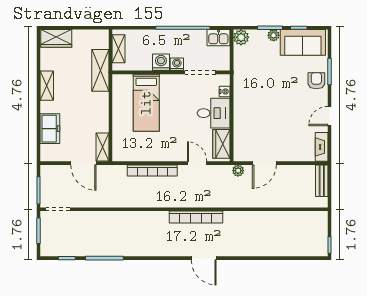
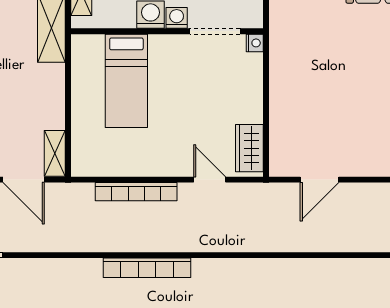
nightstand: (225, 91) -> (255, 43), moved
desk: (214, 113) -> (237, 98), removed
plant: (238, 171) -> (277, 192), removed
bookcase: (196, 217) -> (147, 268), moved

